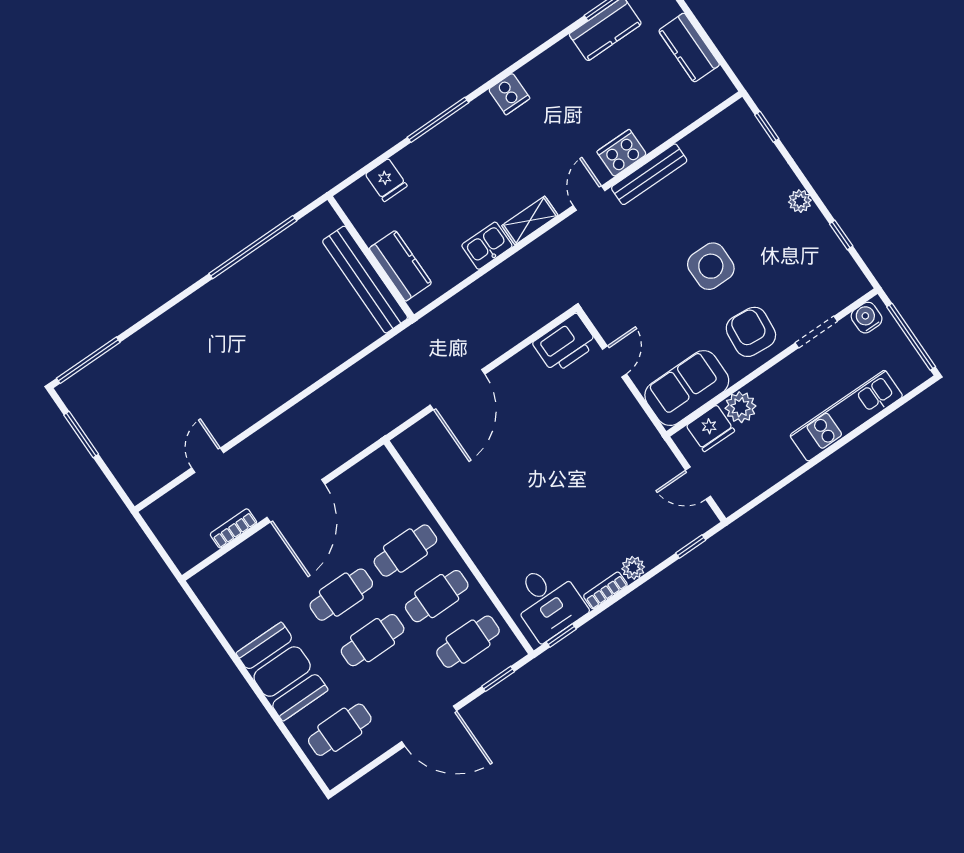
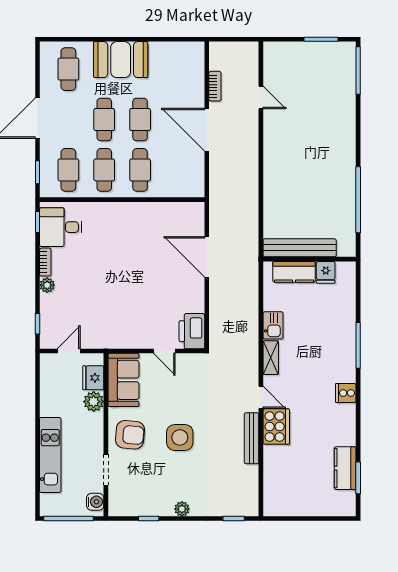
kitchen counter: (689, 48) -> (305, 506), removed
cooker: (622, 153) -> (276, 427), width x1.37, depth x1.31
fridge: (386, 180) -> (326, 272), moved, turned -90

